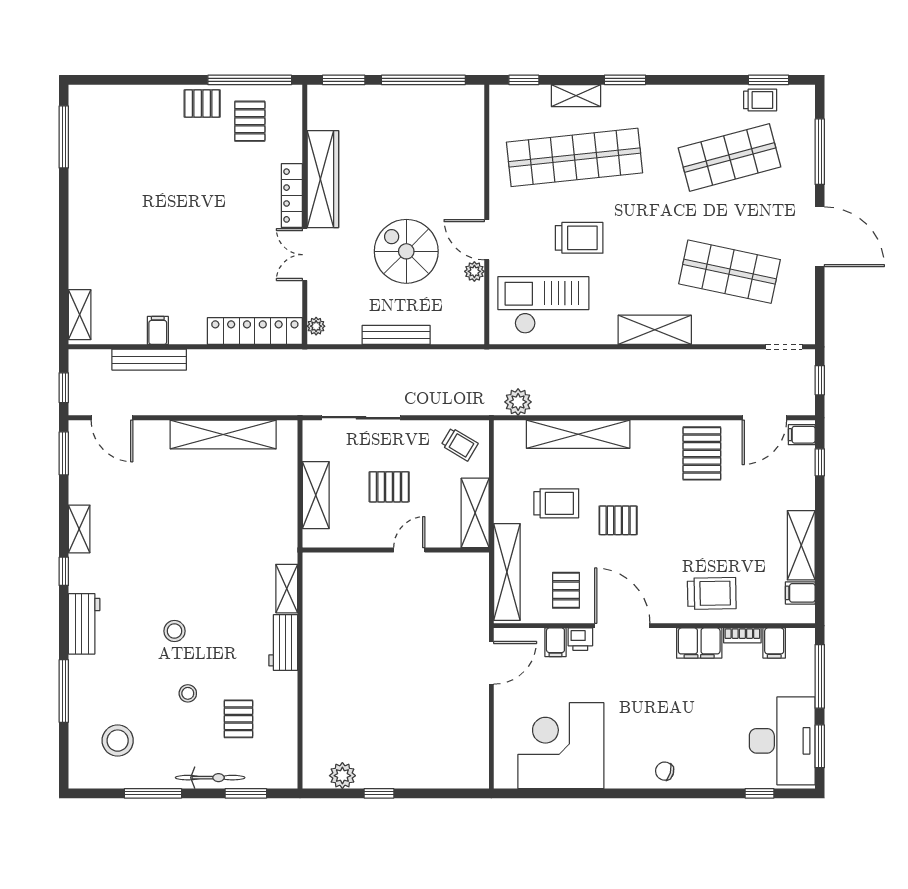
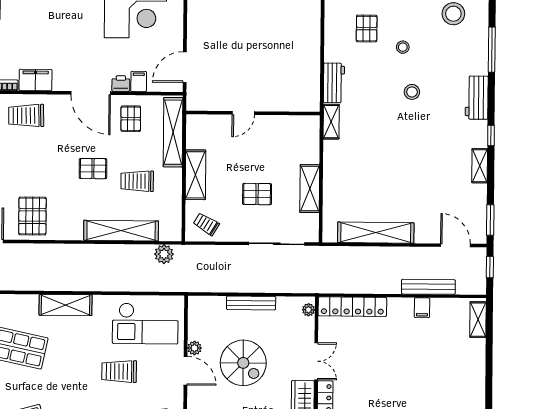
wall: (396, 550) -> (253, 113), moved
door: (409, 550) -> (243, 113), moved

